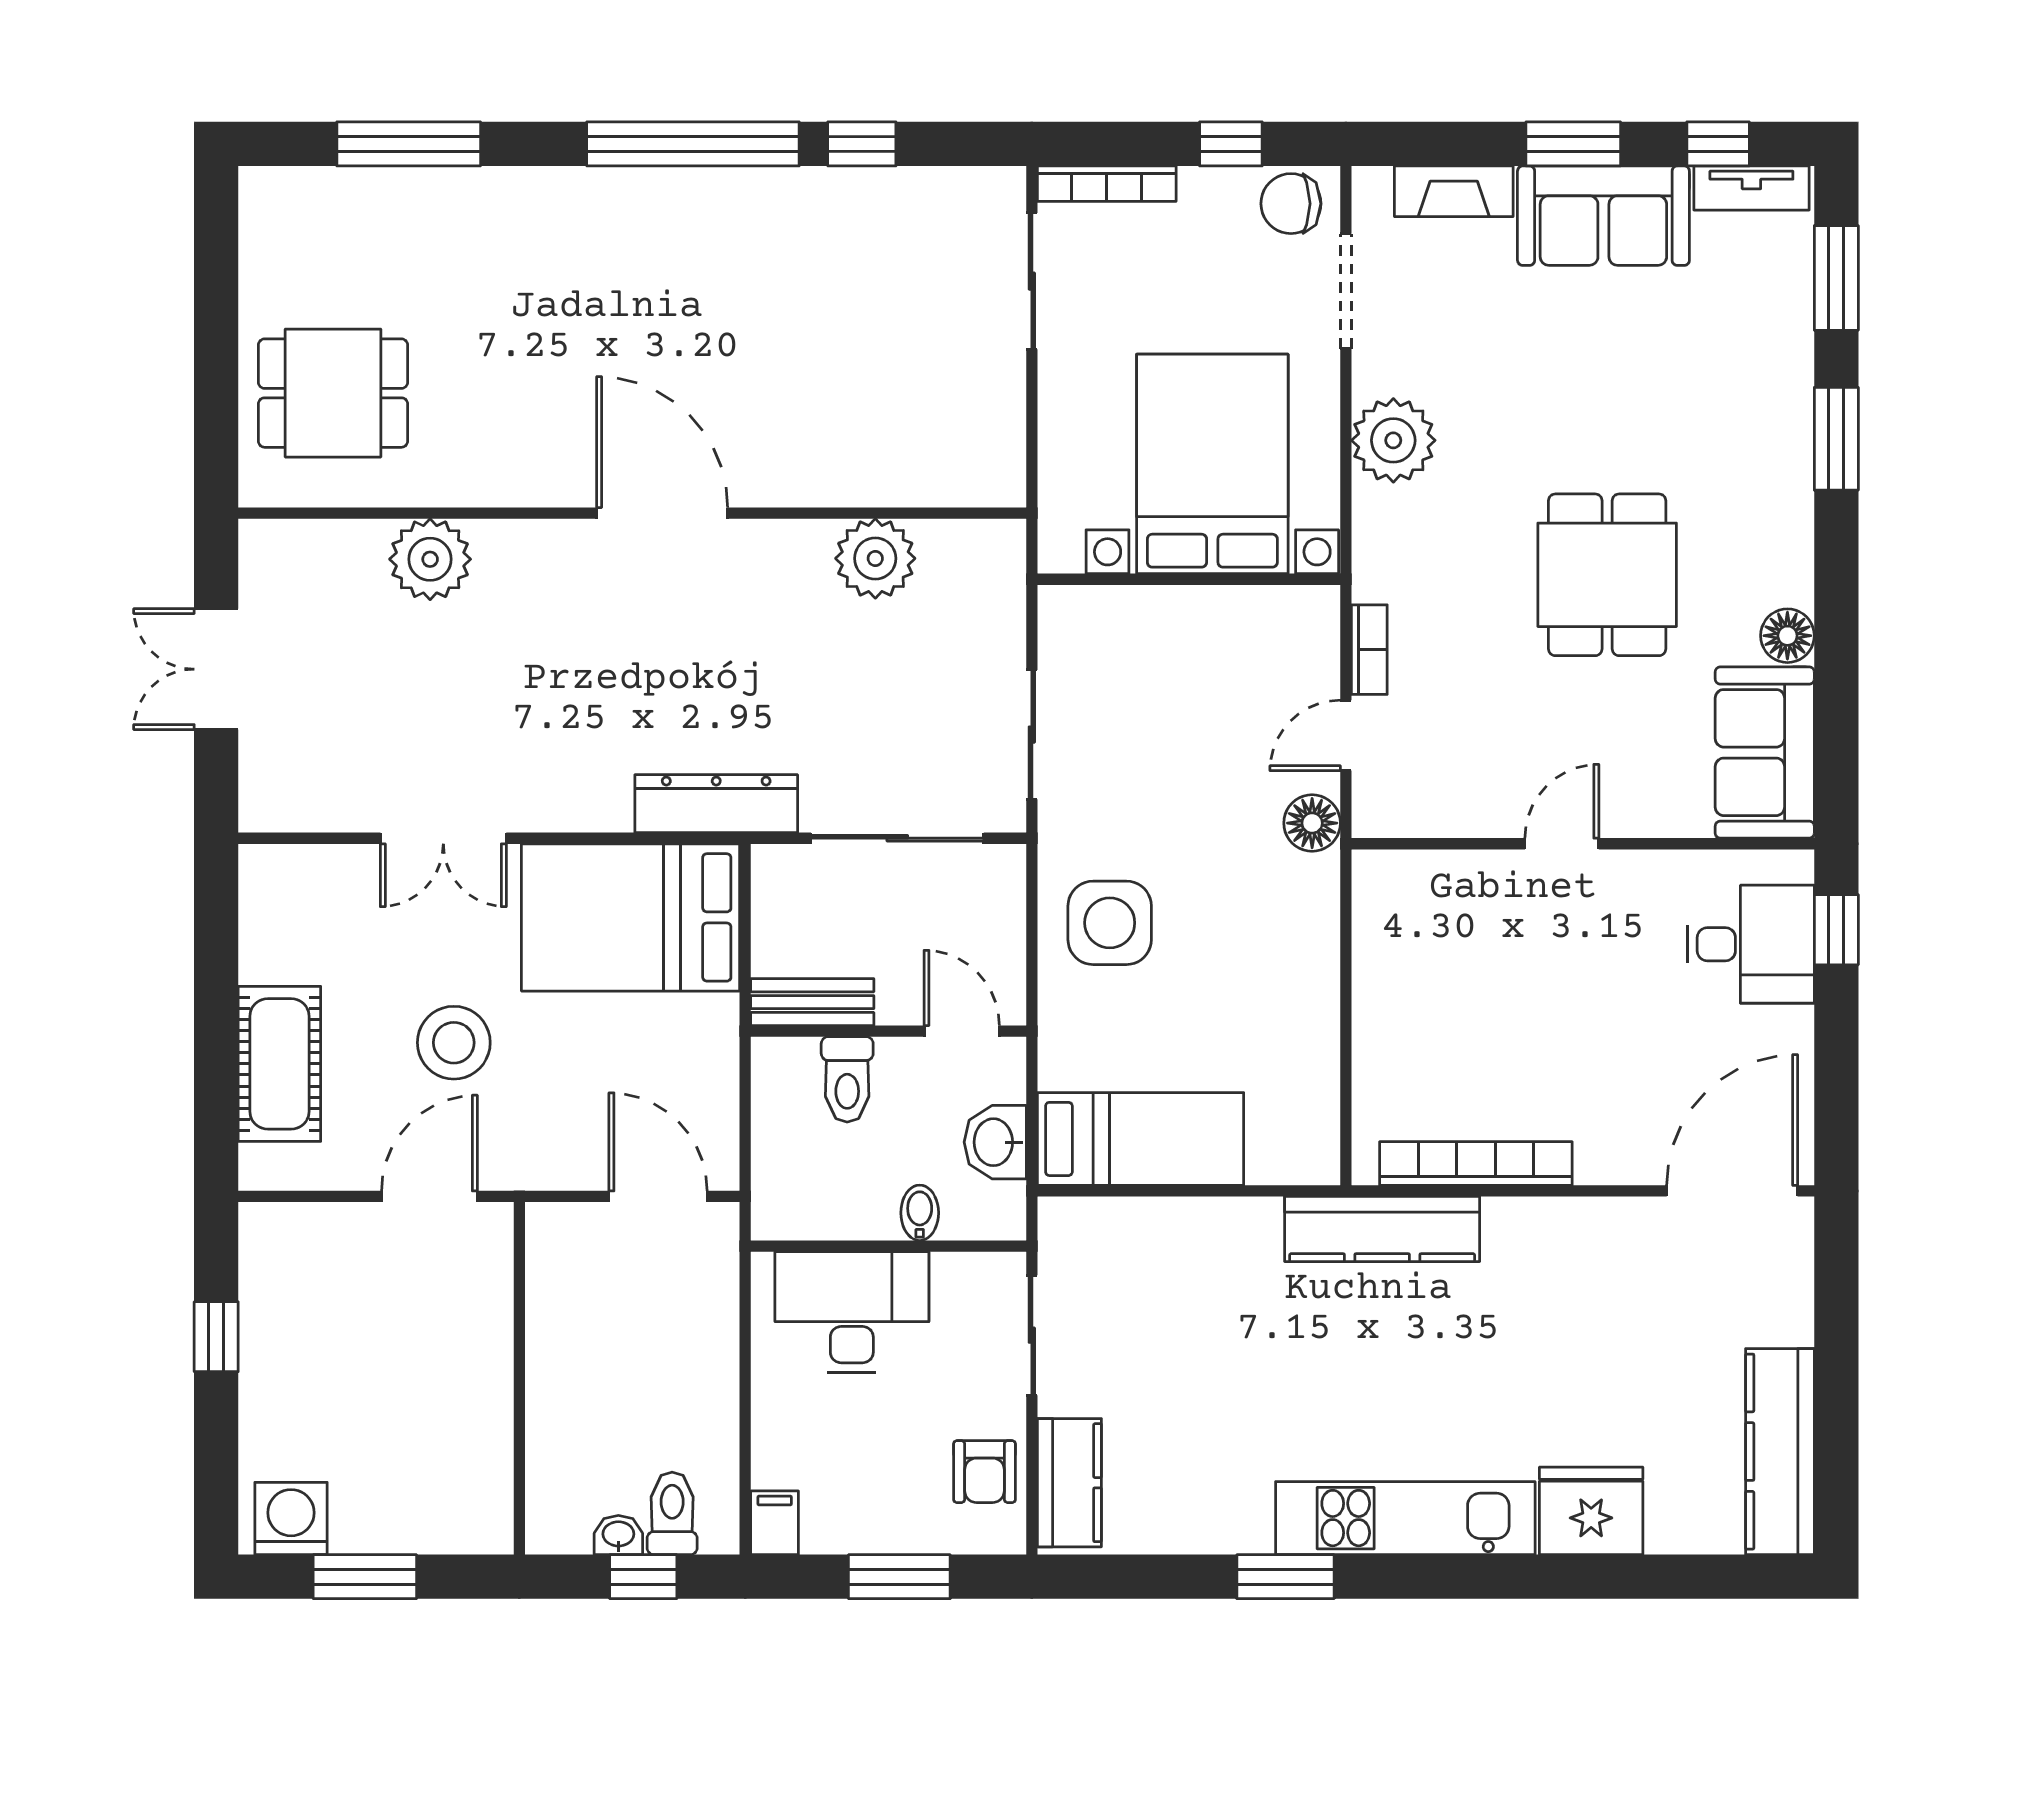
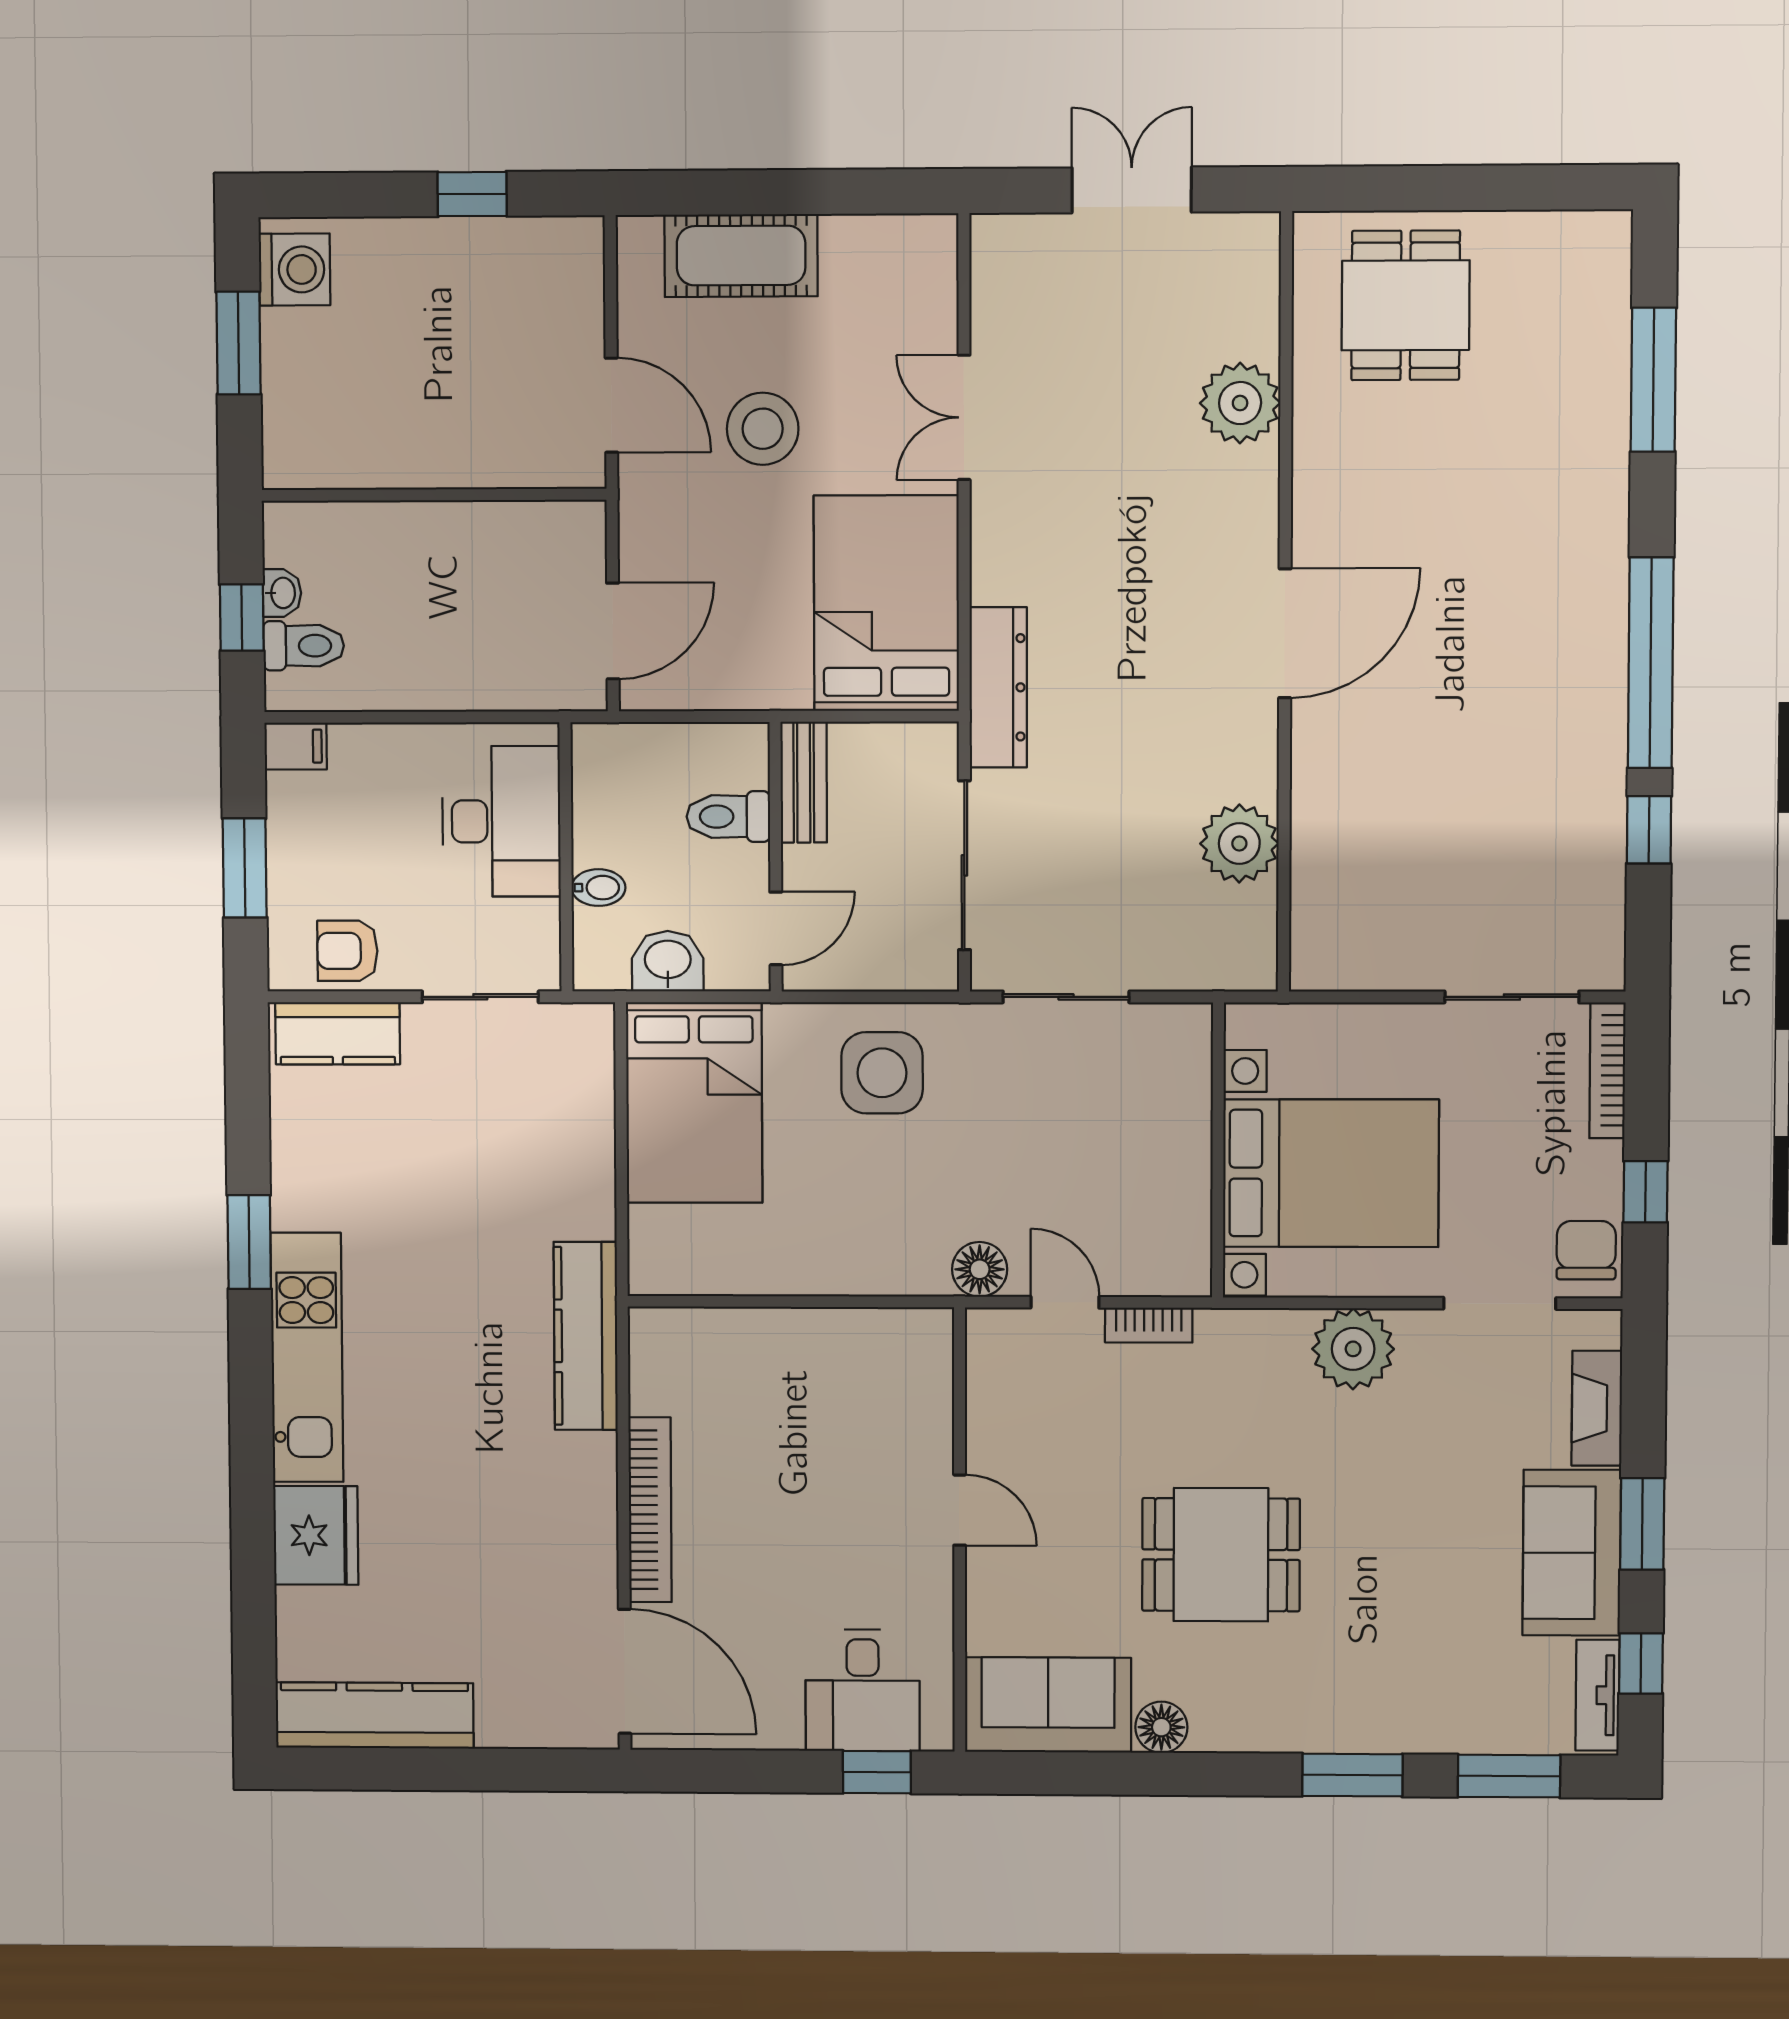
bed: (1140, 1139) -> (694, 1103), width x1.50
bookcase: (1476, 1164) -> (650, 1510), moved

